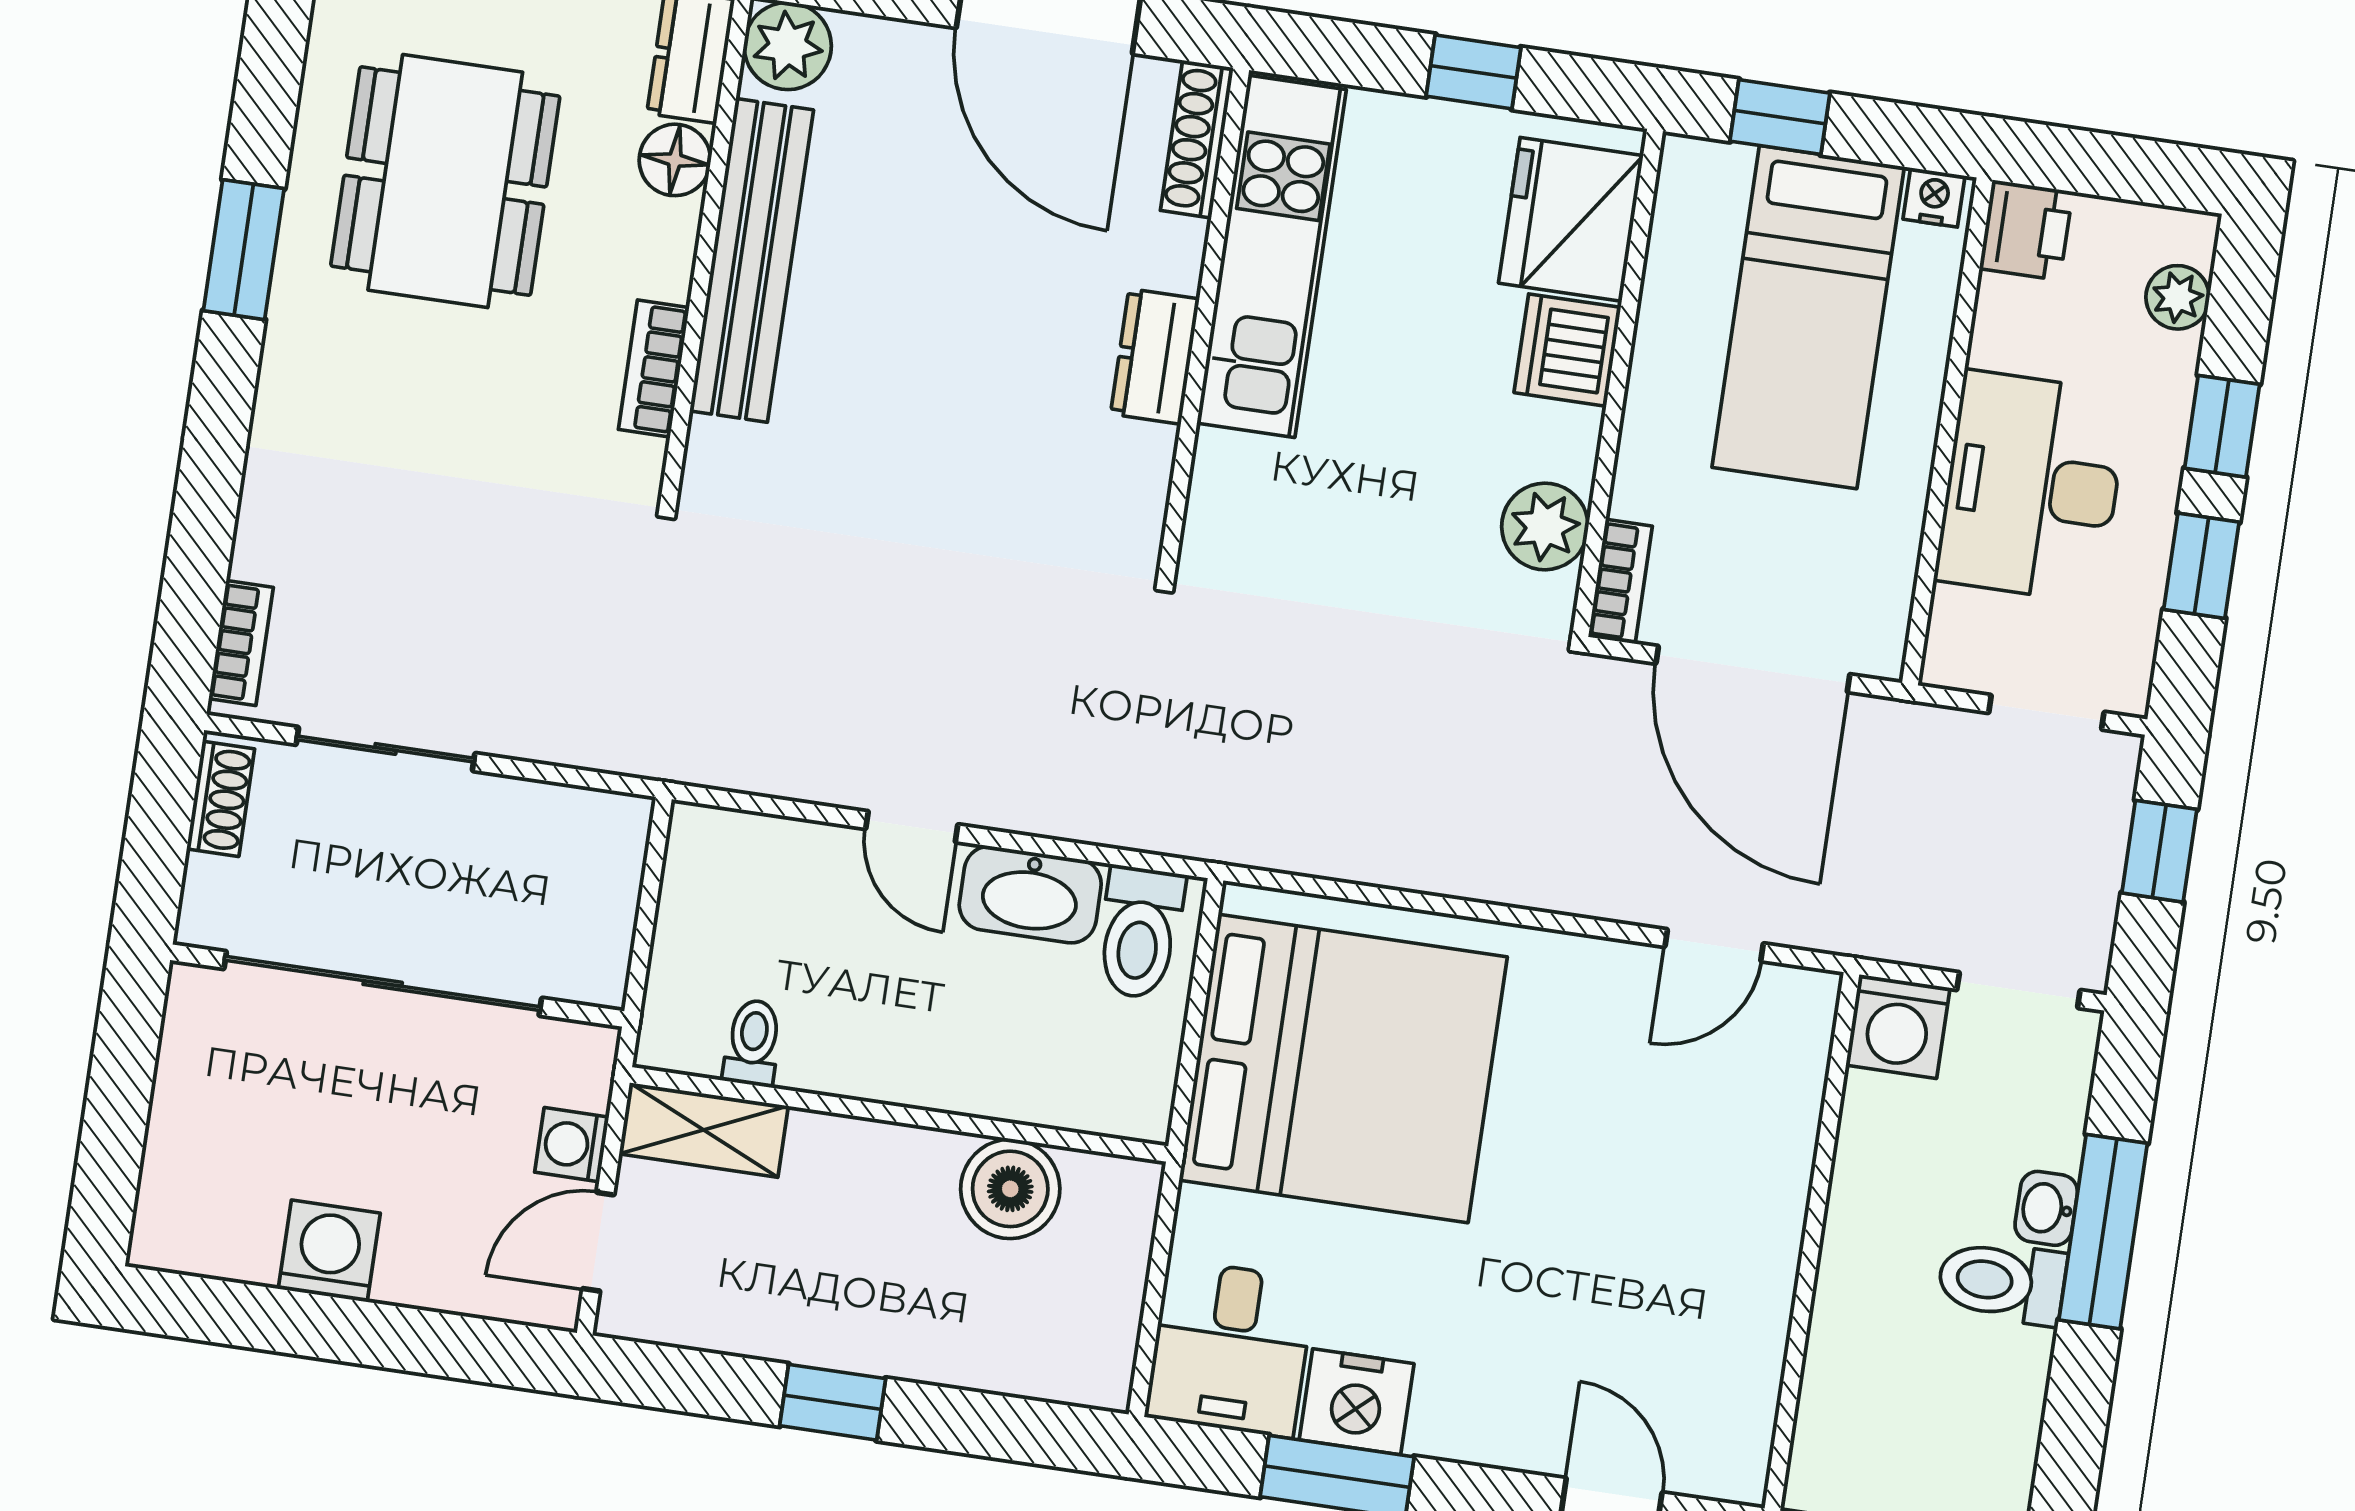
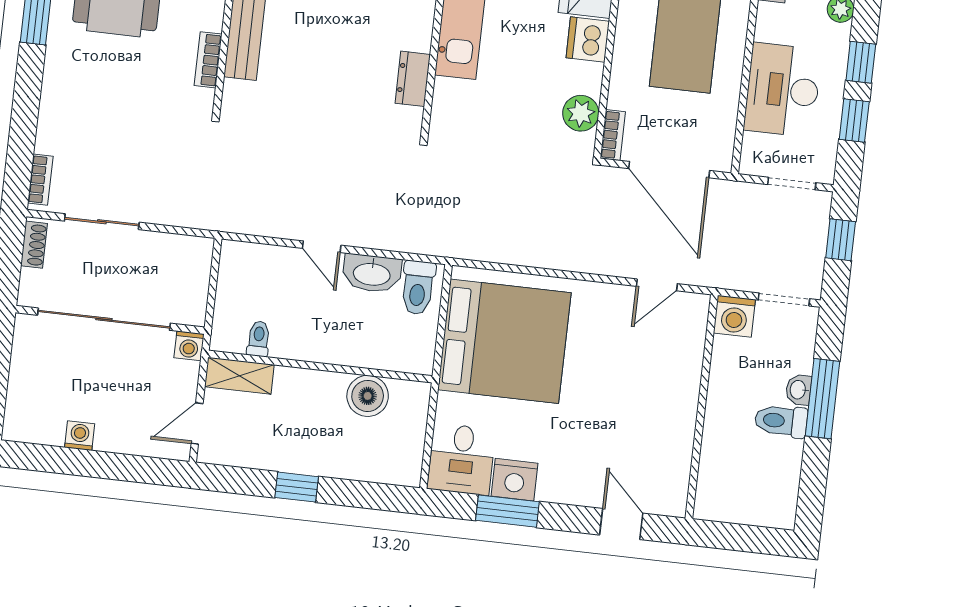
dresser: (1155, 356) -> (413, 79), moved
washing machine: (572, 1145) -> (189, 346), moved, turned -90
washing machine: (329, 1251) -> (80, 436), width x0.73, depth x0.73

